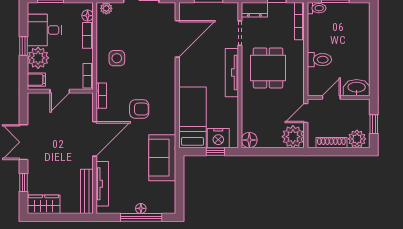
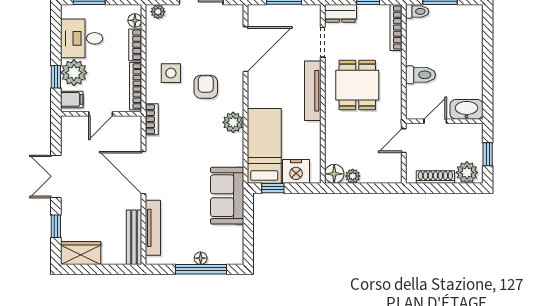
window: (23, 46) -> (56, 77), moved
bookcase: (88, 76) -> (136, 86), width x1.56
plant: (167, 98) -> (233, 122), added
armchair: (139, 109) -> (206, 87), moved, turned -90
plant: (293, 137) -> (353, 176), moved, width x0.53, depth x0.53
door: (95, 139) -> (144, 173), swing flipped
window: (215, 152) -> (273, 188), moved

